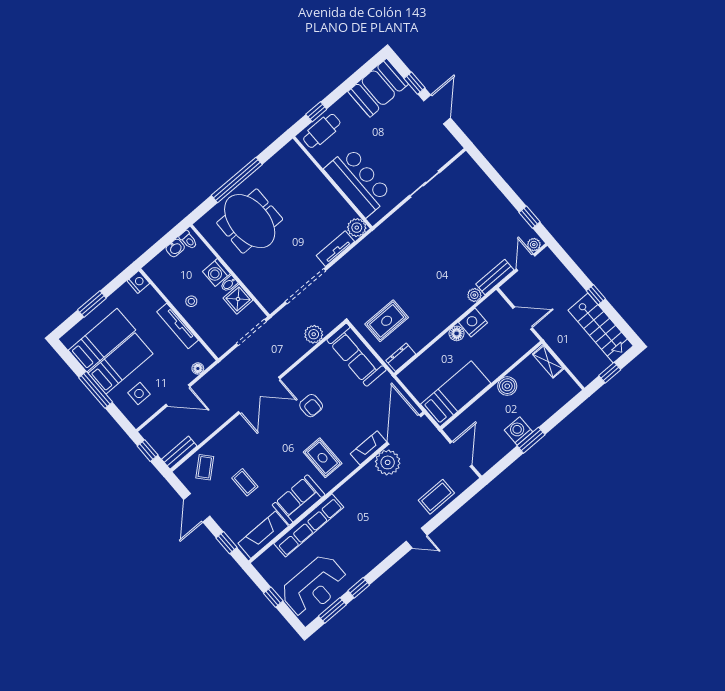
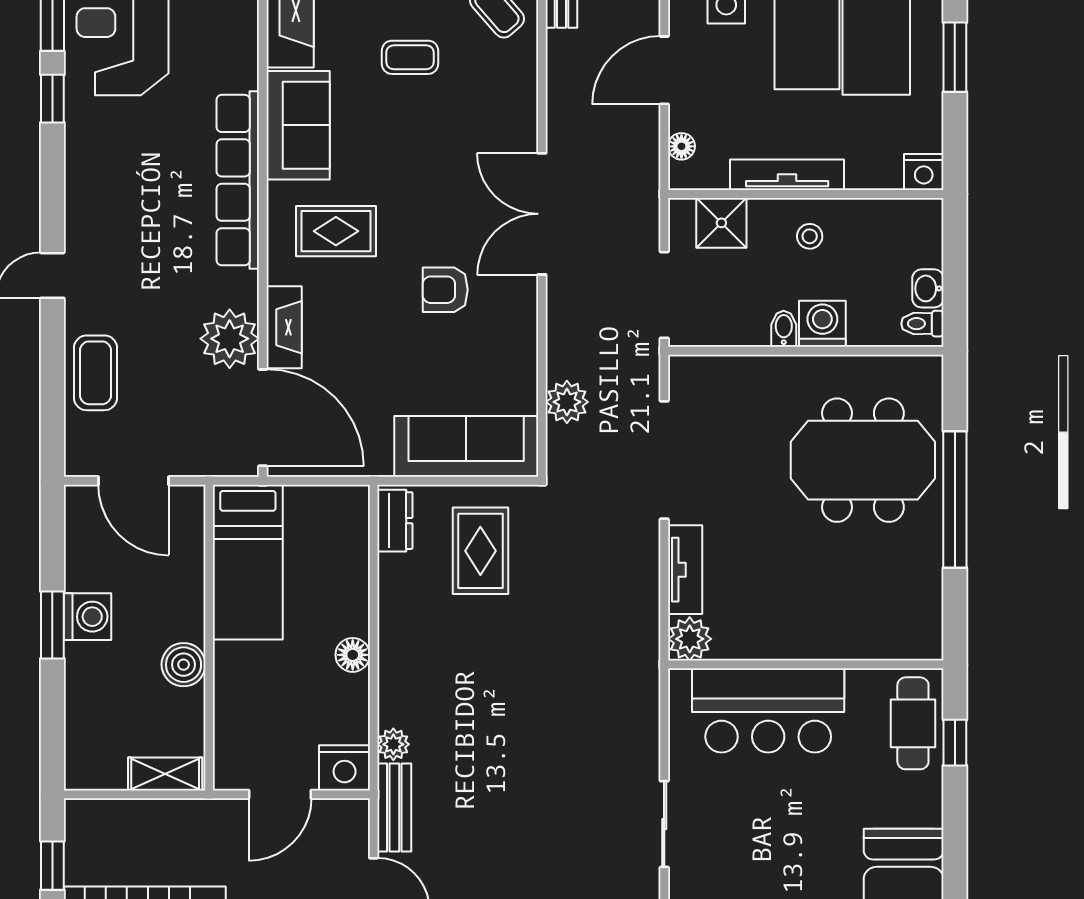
shower: (238, 299) -> (721, 223), moved
nightstand: (473, 322) -> (345, 768), moved, turned 90
row of seats: (309, 525) -> (238, 180), moved

